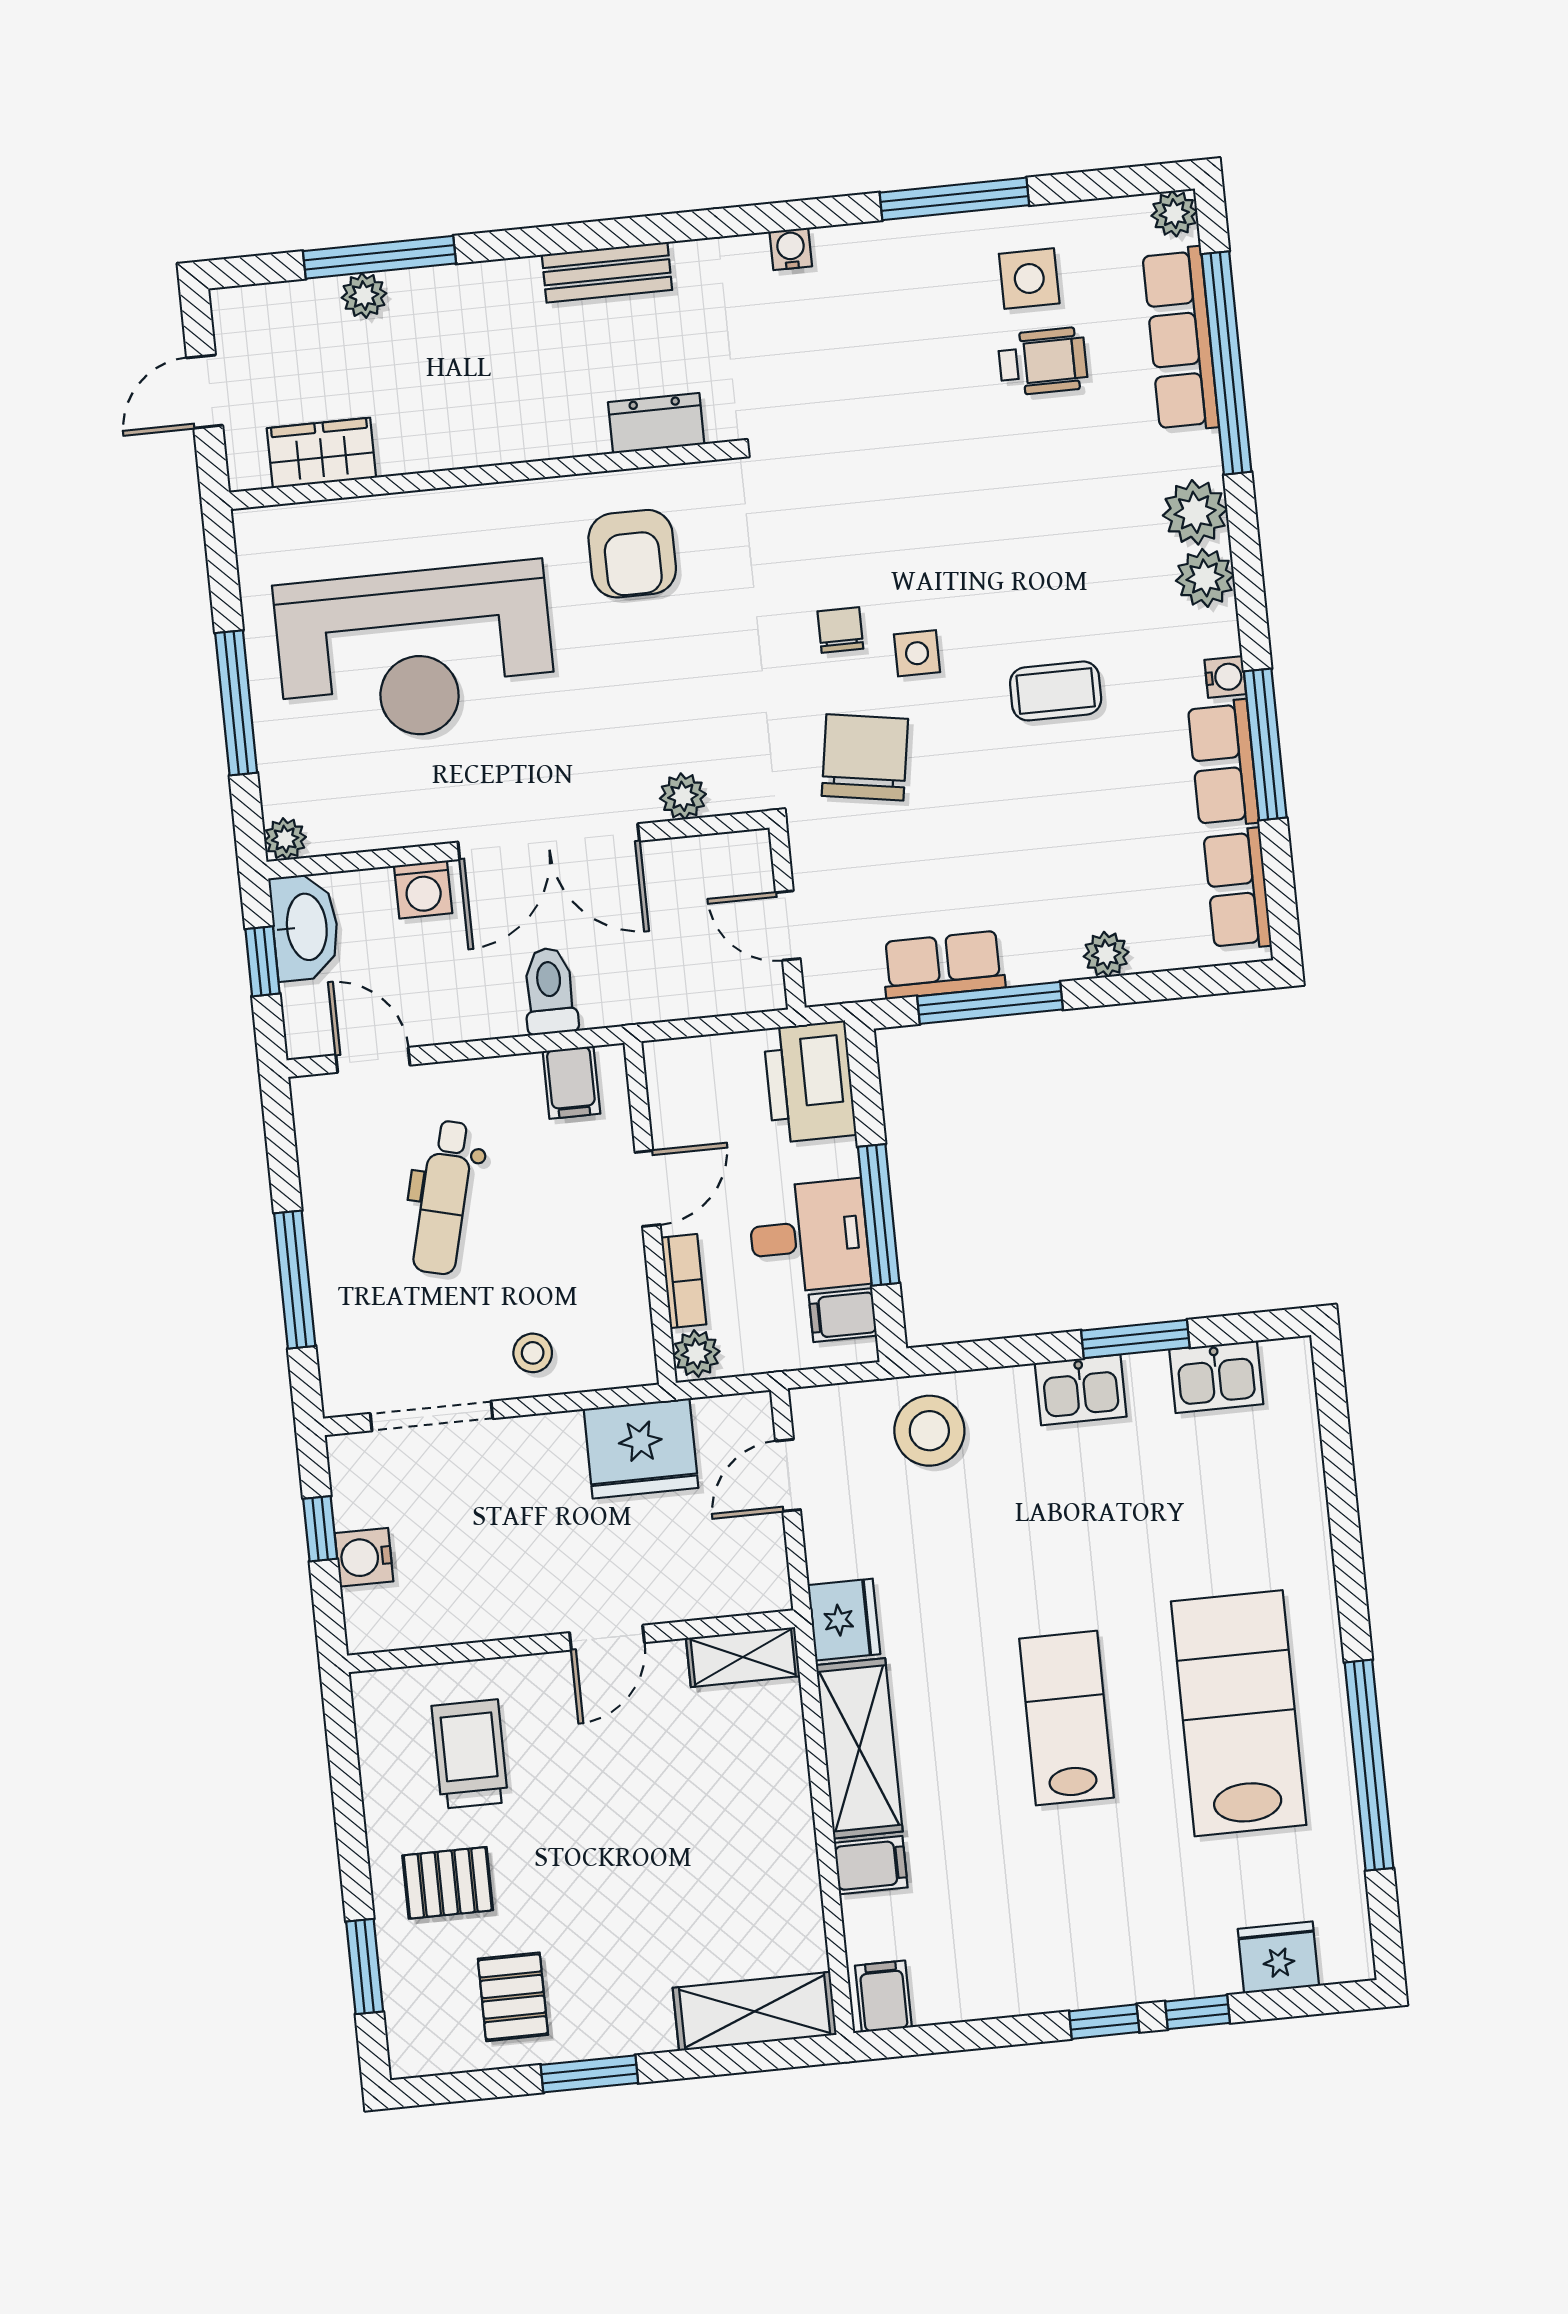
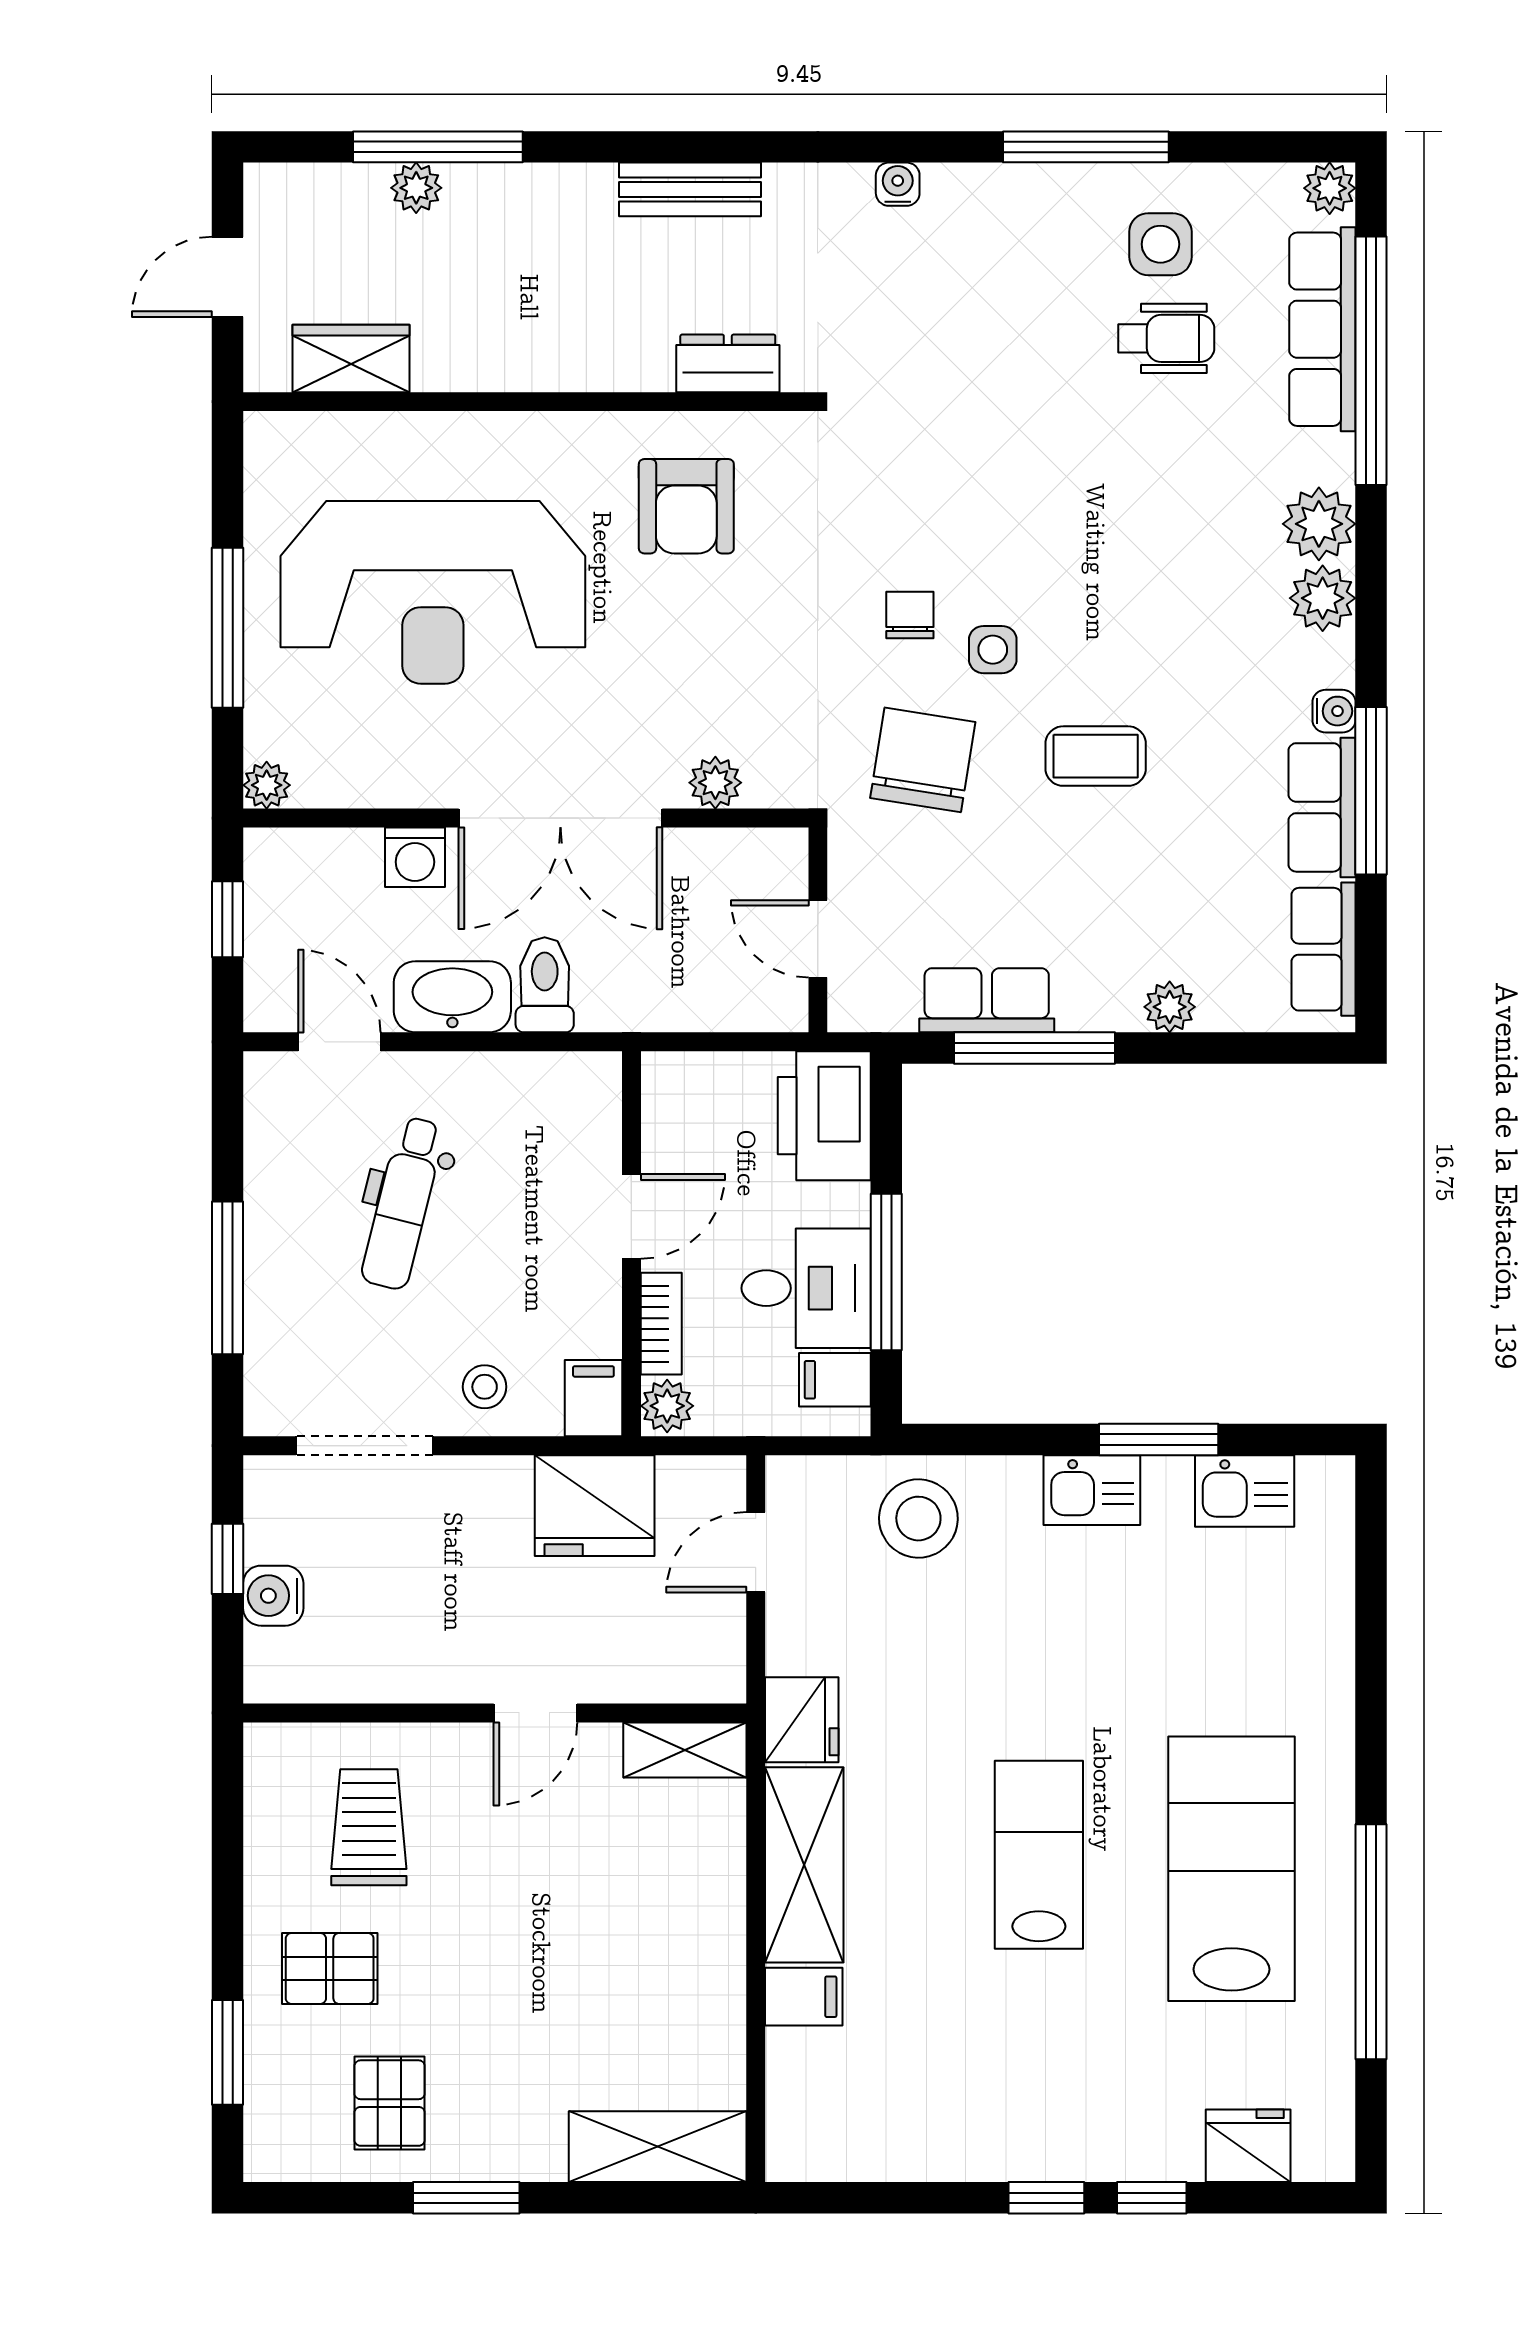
coffee table: (1056, 691) -> (1096, 756), moved
washbasin: (305, 927) -> (452, 997), moved, turned -90
filing cabinet: (571, 1082) -> (593, 1398), moved, turned 180
filing cabinet: (883, 1996) -> (803, 2145), removed

